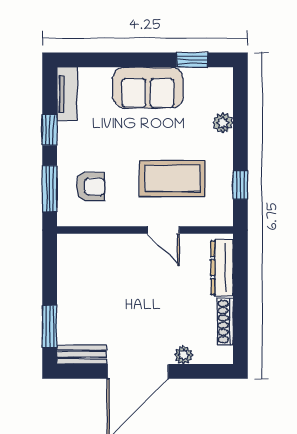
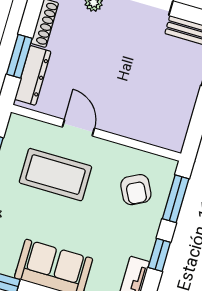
armchair: (91, 186) -> (136, 190), turned -117
window: (240, 283) -> (19, 56), added

